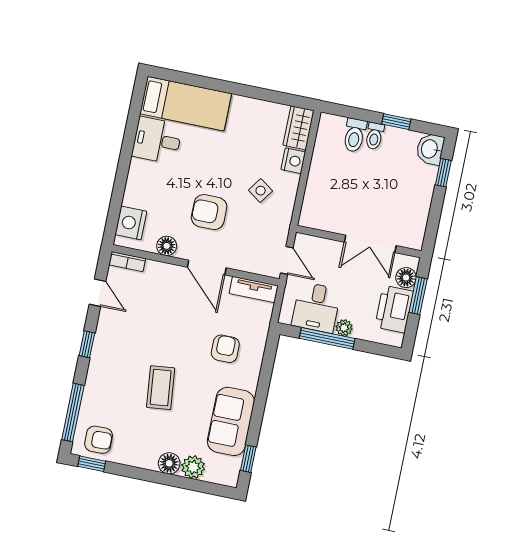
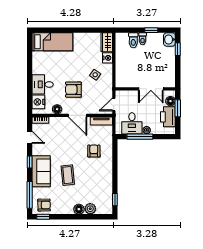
desk: (157, 140) -> (43, 84), moved
door: (287, 260) -> (114, 104), swing flipped
sofa: (231, 421) -> (41, 171), moved, turned 180

